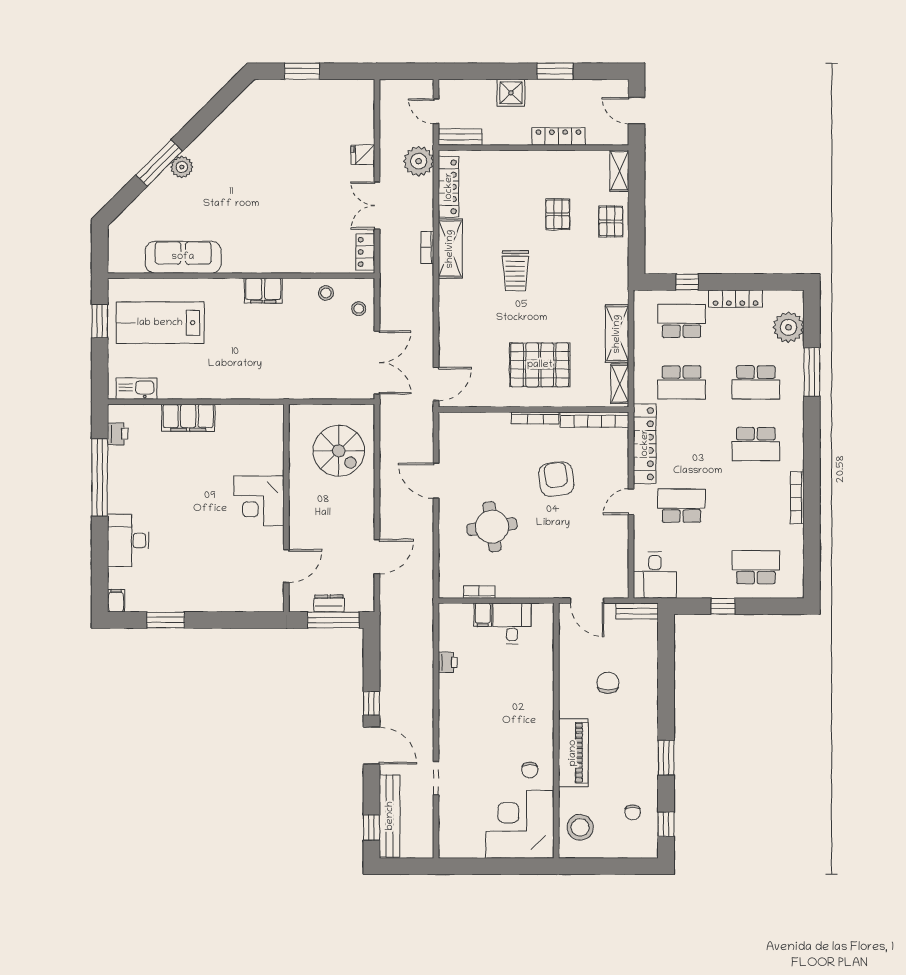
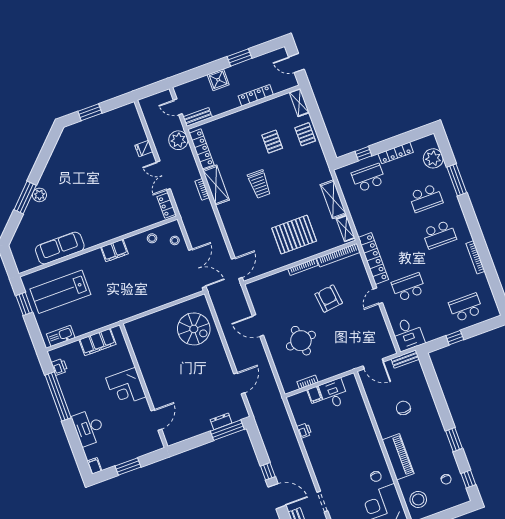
school desk: (682, 382) -> (382, 214), removed
corner desk: (259, 501) -> (126, 387), moved
wall: (286, 508) -> (144, 386), moved
door: (286, 566) -> (156, 420), moved

